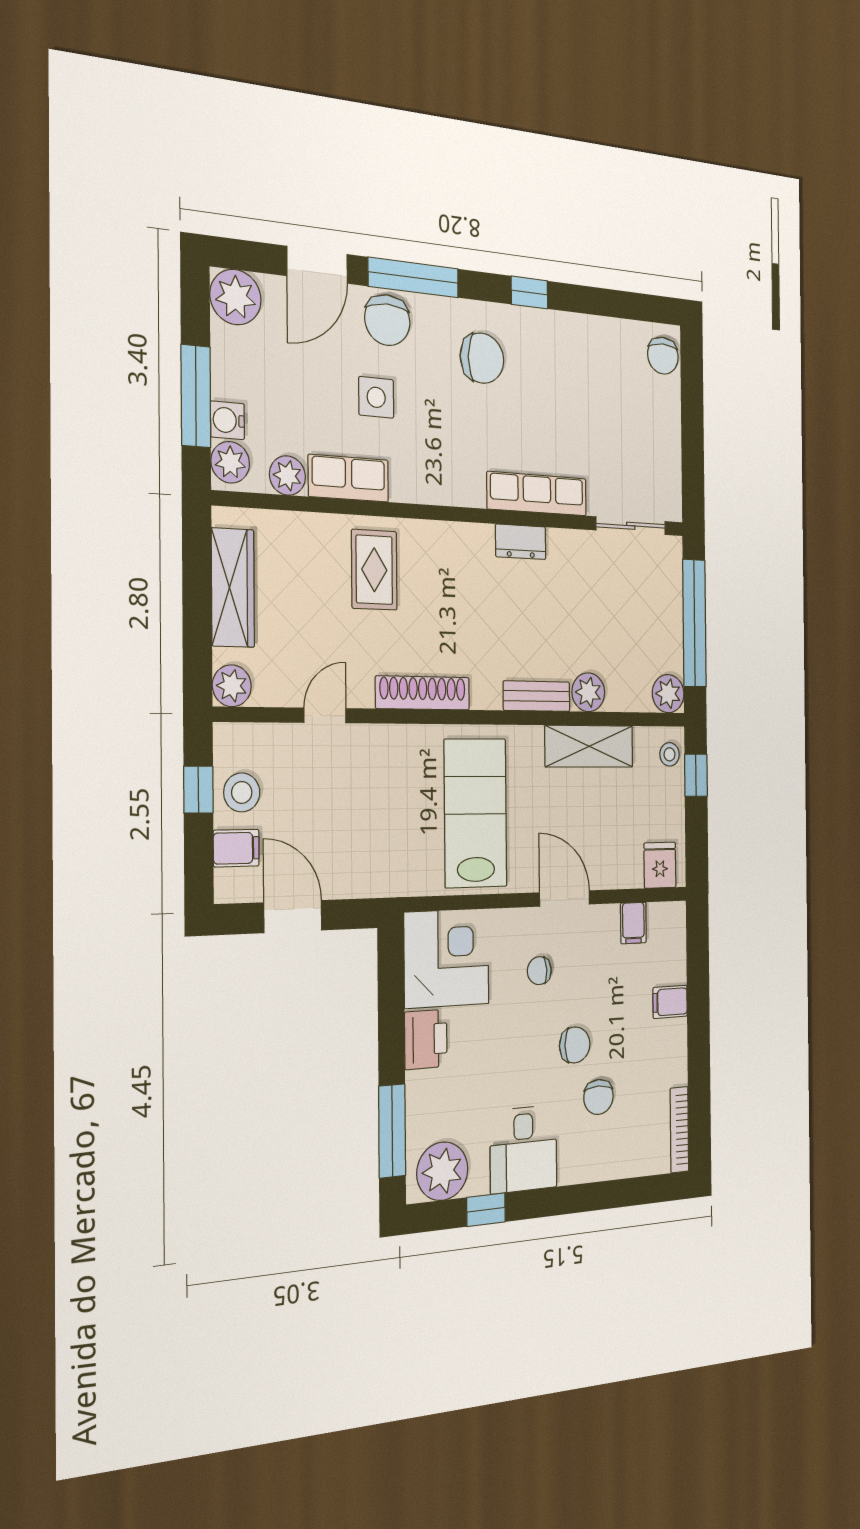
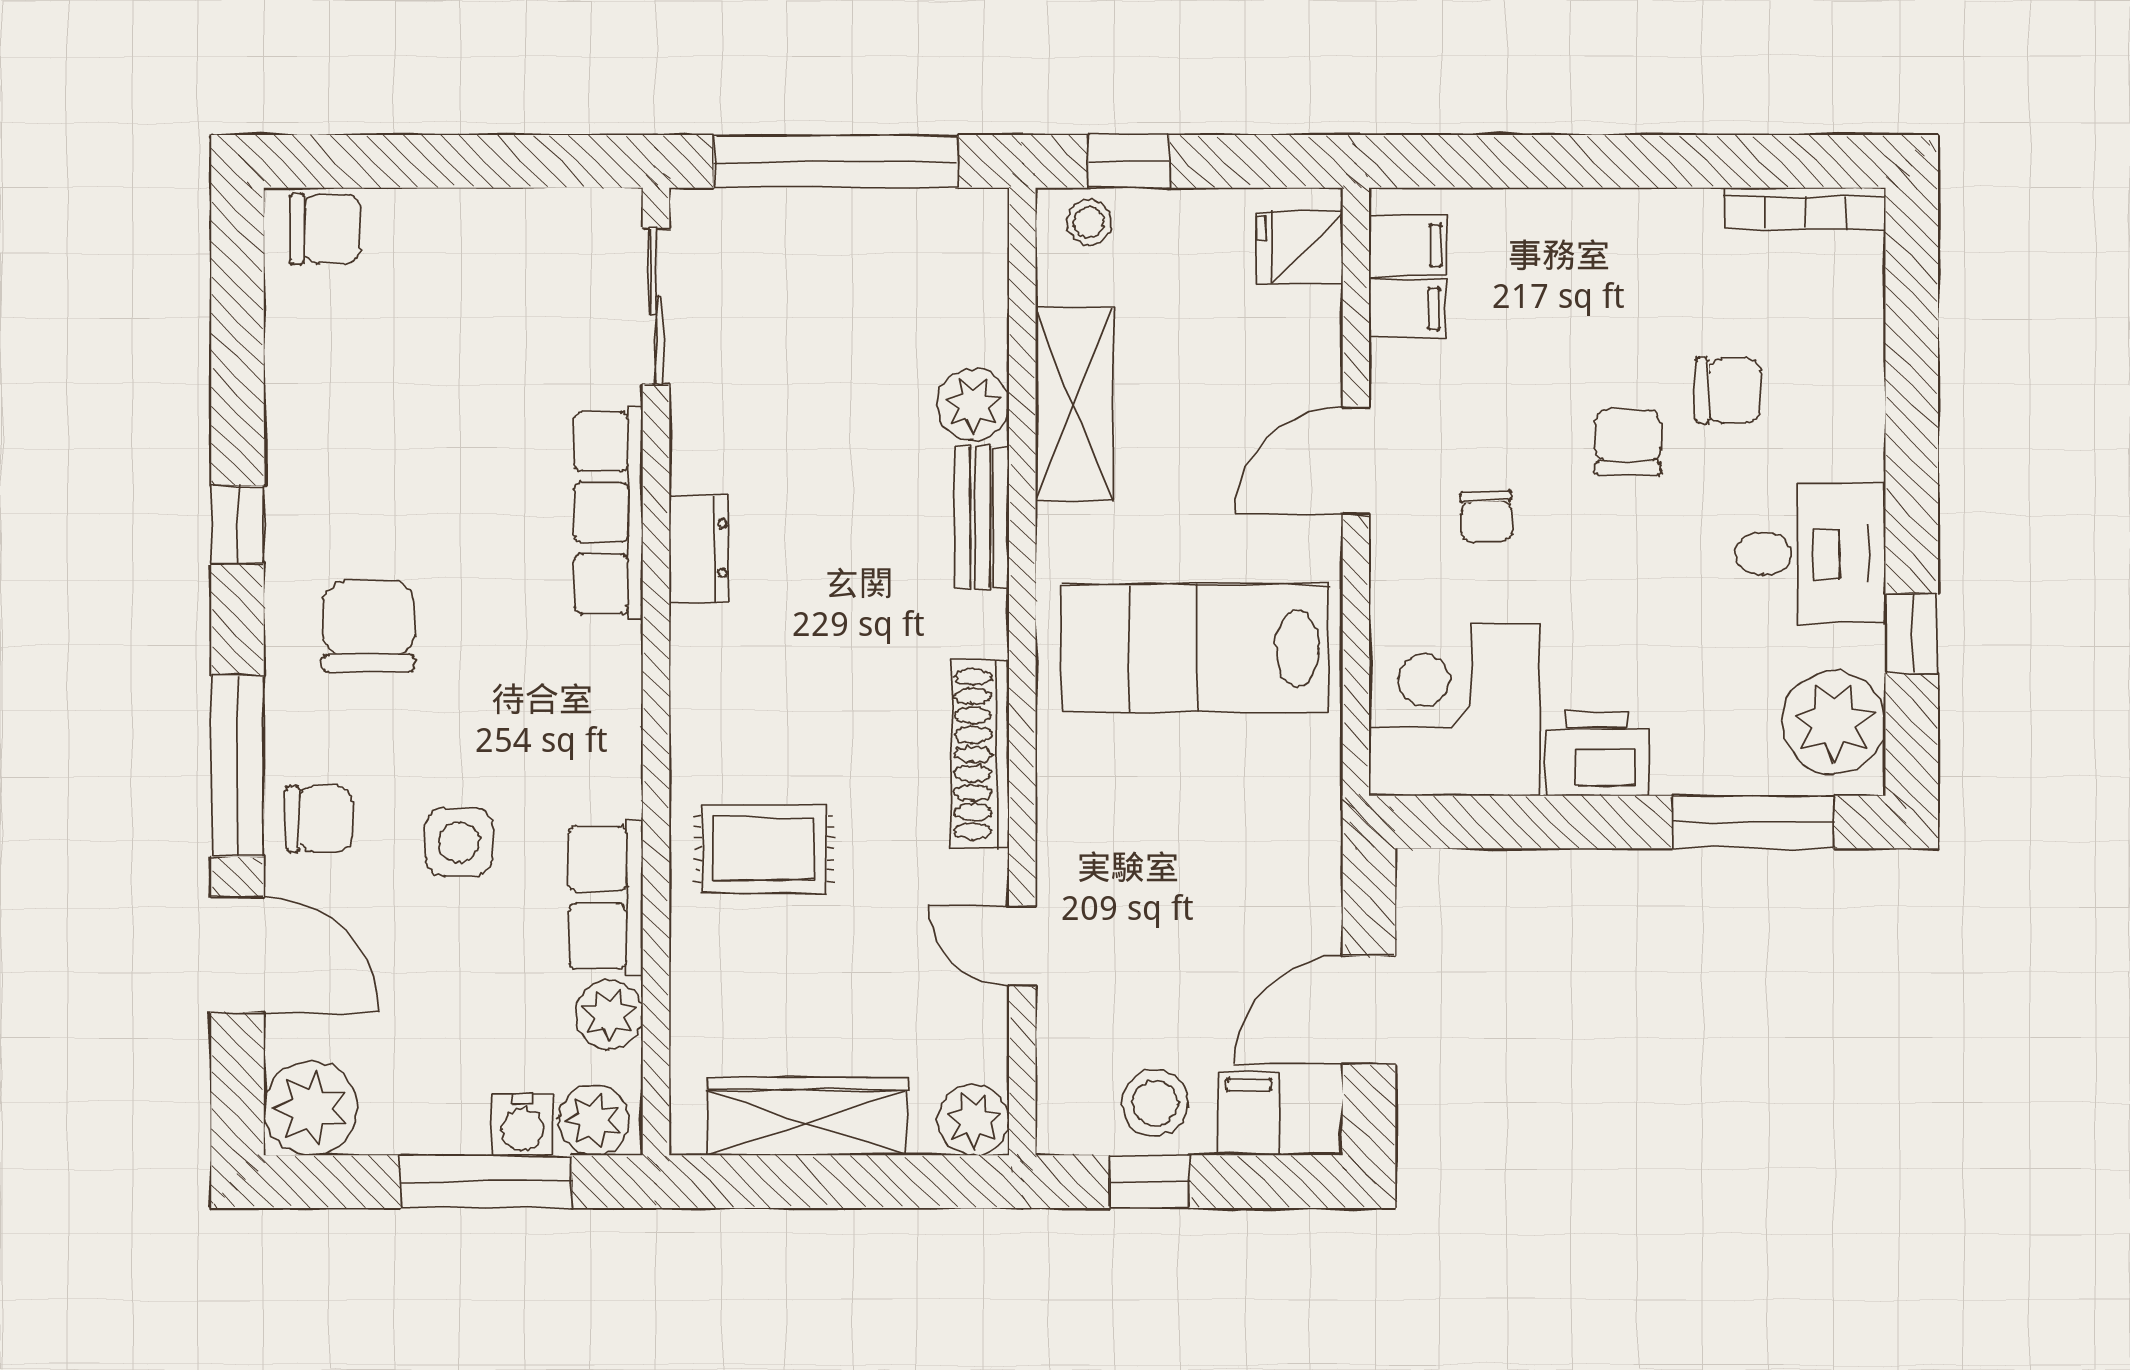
chair: (387, 320) -> (320, 819), width x0.73, depth x0.73
plant: (668, 694) -> (973, 224), removed
filing cabinet: (670, 1002) -> (1408, 246), moved, turned -90

